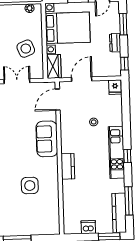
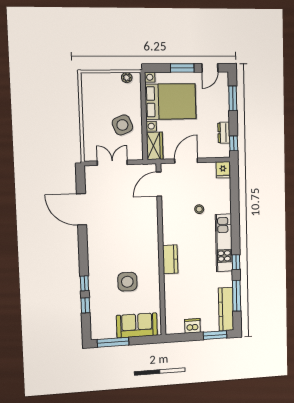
dresser: (115, 43) -> (224, 133), moved
sofa: (47, 139) -> (137, 325), moved, turned 90
window: (127, 156) -> (236, 262), moved

